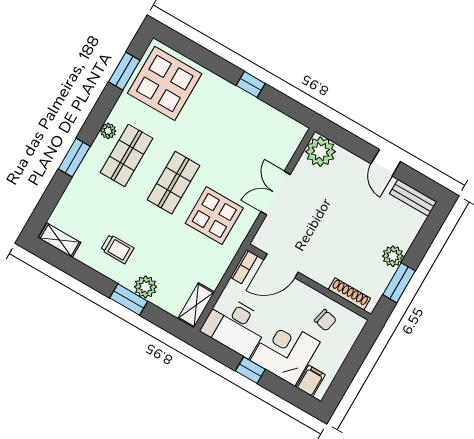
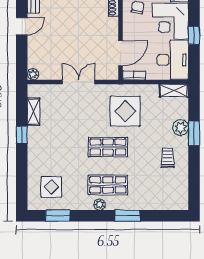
display table: (165, 83) -> (51, 187), width x0.54, depth x0.54
plant: (320, 152) -> (33, 74), width x0.53, depth x0.53
double door: (276, 193) -> (79, 82), swing flipped
display table: (214, 216) -> (125, 111), moved
shelving: (60, 240) -> (34, 112), moved
door: (281, 266) -> (121, 53), hinge flipped

